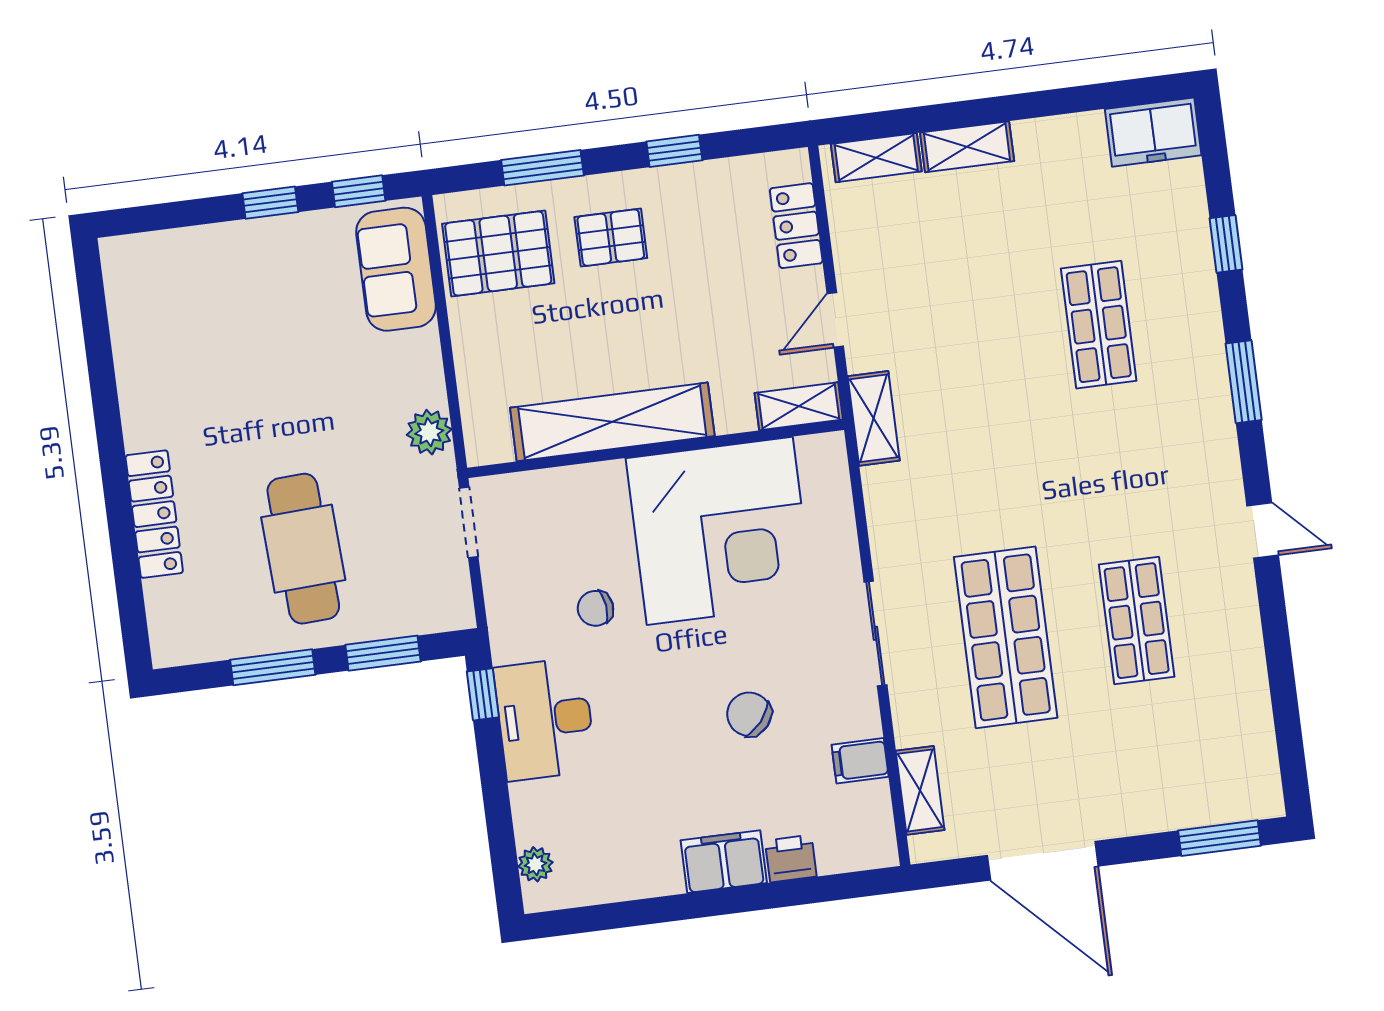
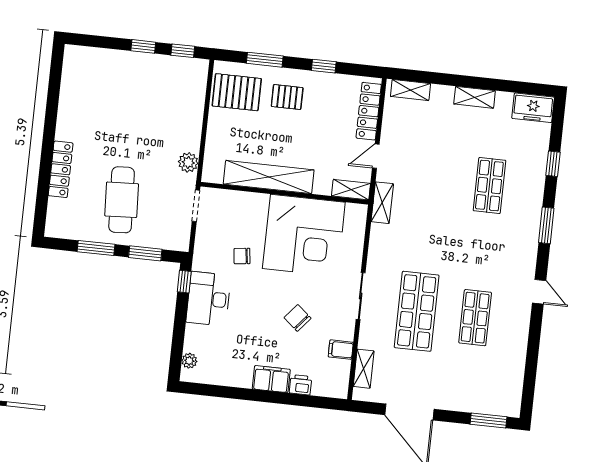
shelving: (967, 147) -> (475, 97), moved
locker: (796, 226) -> (369, 111), width x1.53
sofa: (396, 269) -> (191, 88), removed

